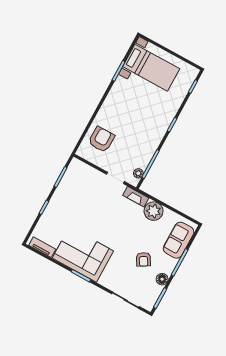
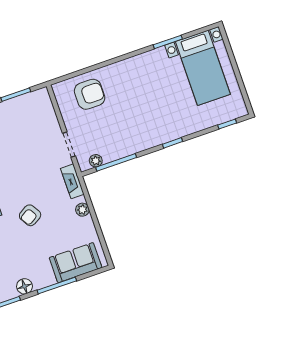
plant: (154, 211) -> (82, 210), width x0.53, depth x0.53
armchair: (143, 259) -> (30, 215), moved

